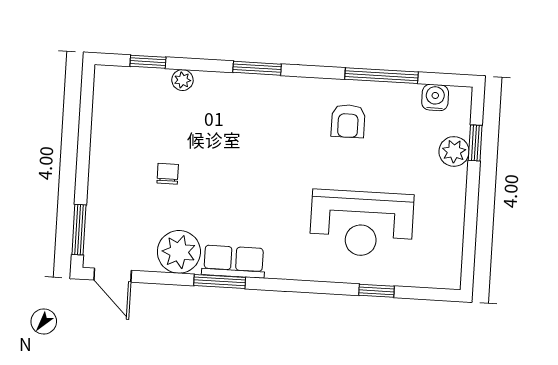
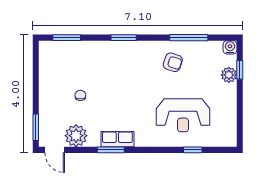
window: (148, 62) -> (67, 38), width x1.50
plant: (182, 80) -> (85, 46), removed
water cooler: (435, 98) -> (230, 47), moved
armchair: (348, 121) -> (173, 62), turned -72
plant: (179, 252) -> (76, 136), moved

